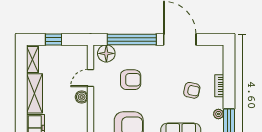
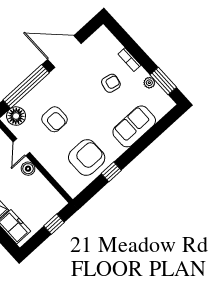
armchair: (131, 80) -> (54, 119), turned 90

